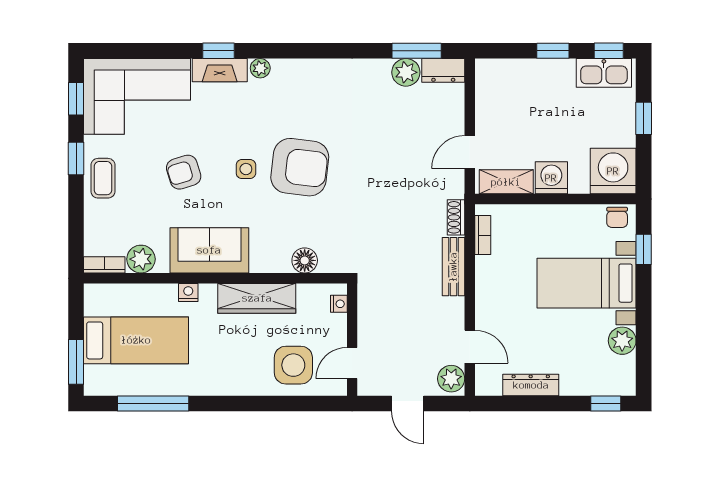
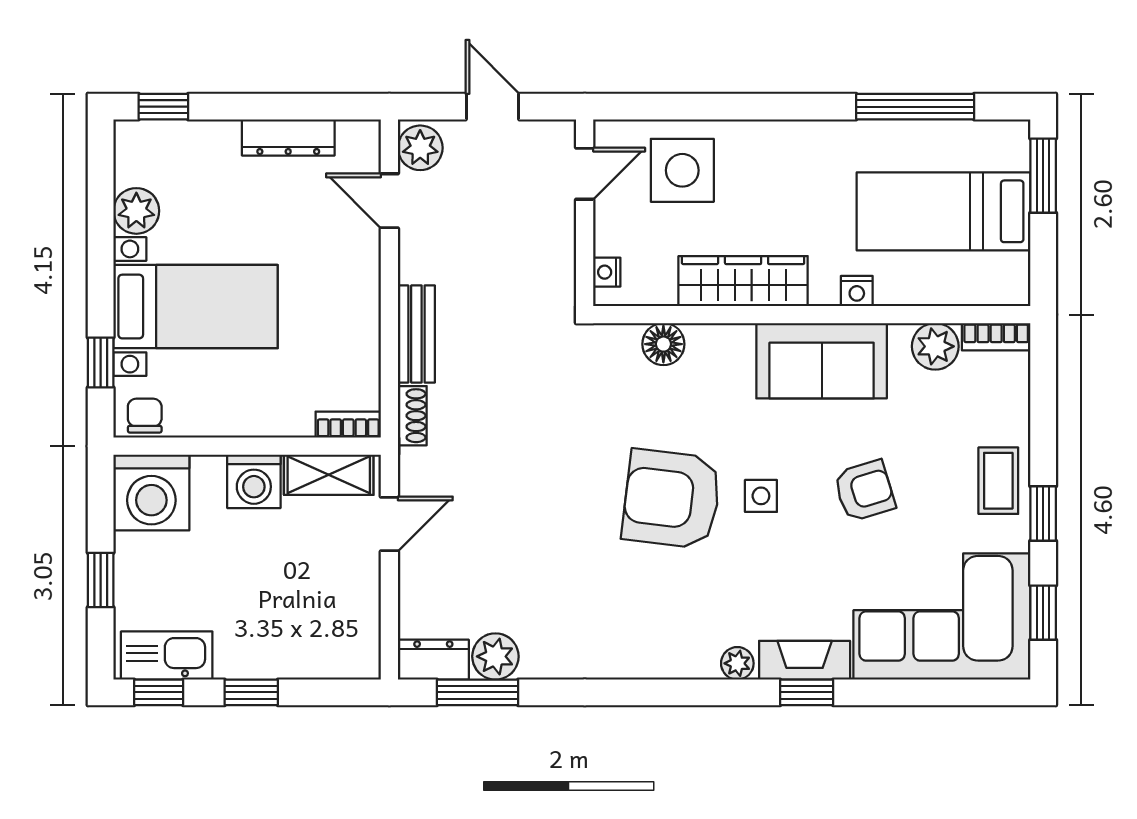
bookcase: (483, 235) -> (348, 425), moved, turned 90

